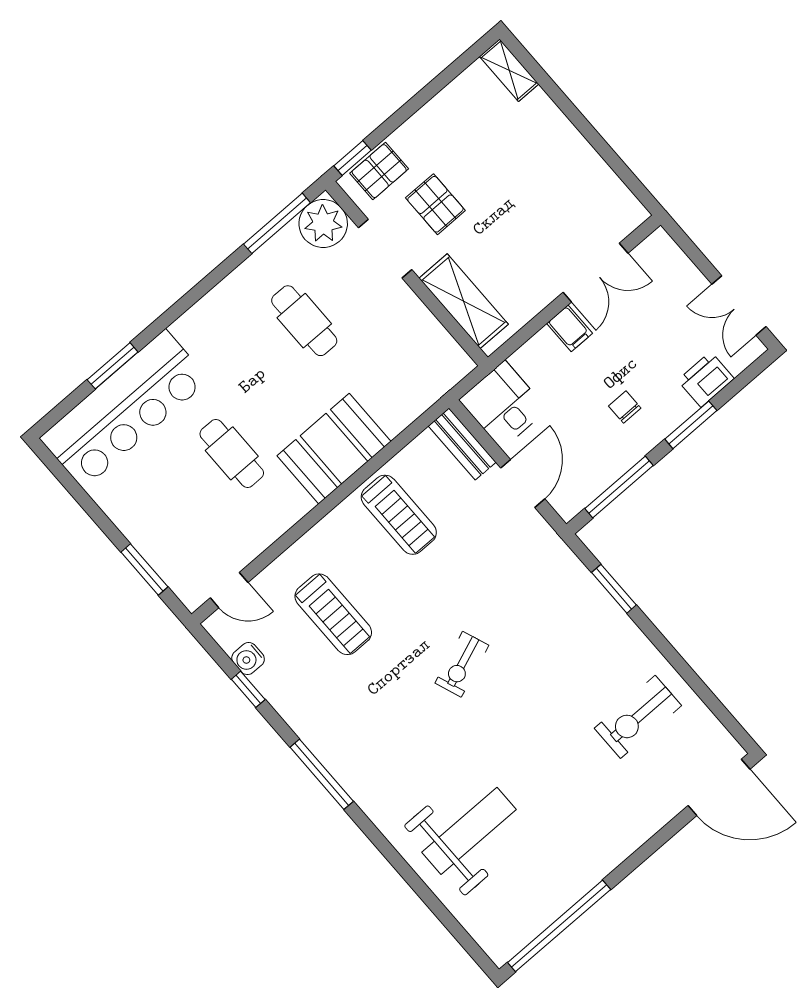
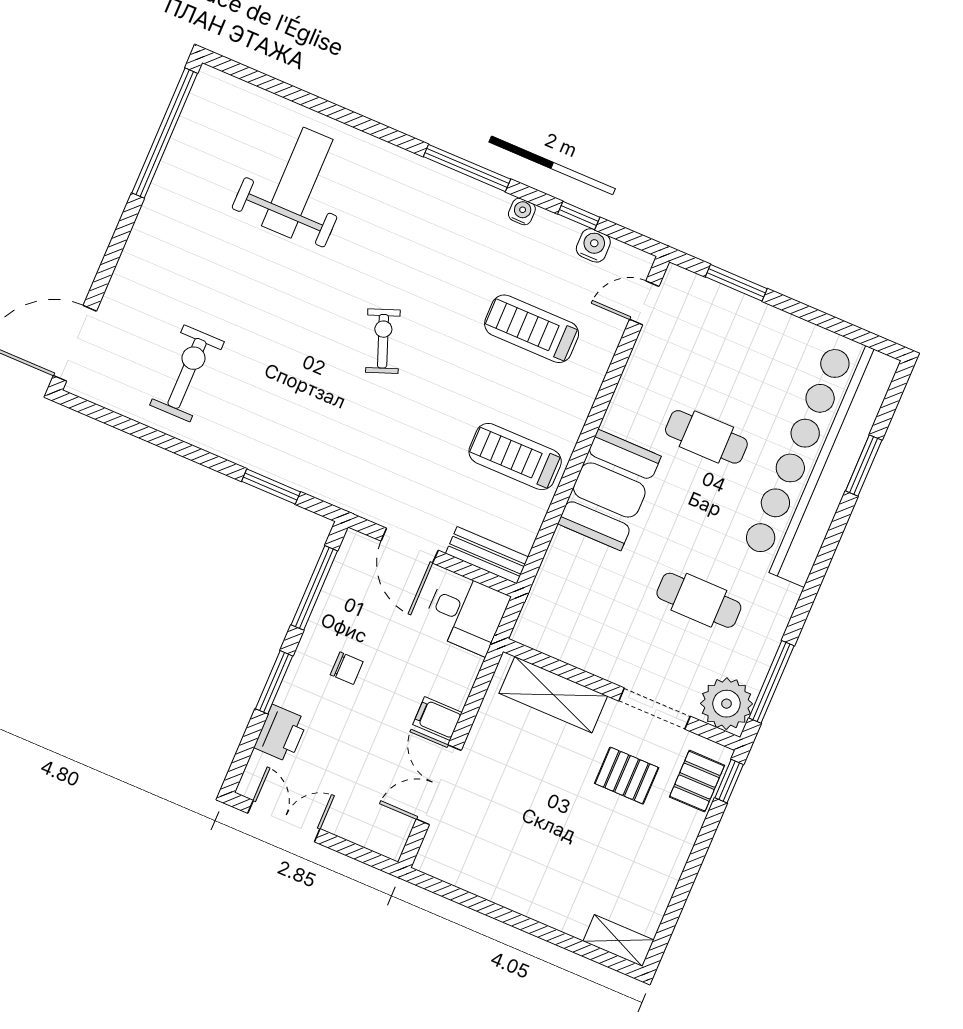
bar counter: (124, 409) -> (819, 460), width x1.36
water cooler: (294, 716) -> (522, 212), added
weight bench: (469, 831) -> (297, 183), turned 180

